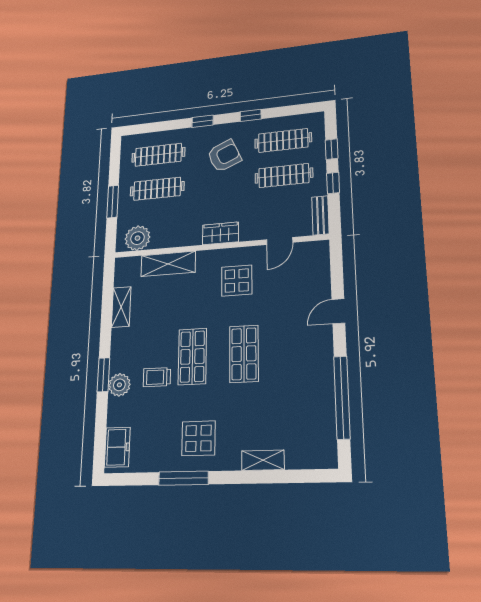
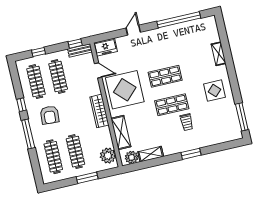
window: (203, 121) -> (28, 134), width x2.17
armchair: (224, 156) -> (50, 115), turned -152
window: (333, 183) -> (75, 44), moved
wardrobe: (220, 233) -> (99, 111), width x1.50
display table: (237, 281) -> (125, 90), width x1.86, depth x1.86
door: (338, 311) -> (133, 30), swing flipped
plant: (119, 385) -> (132, 157), moved
freezer: (117, 447) -> (105, 47), moved, turned 180
window: (183, 478) -> (242, 117), moved

